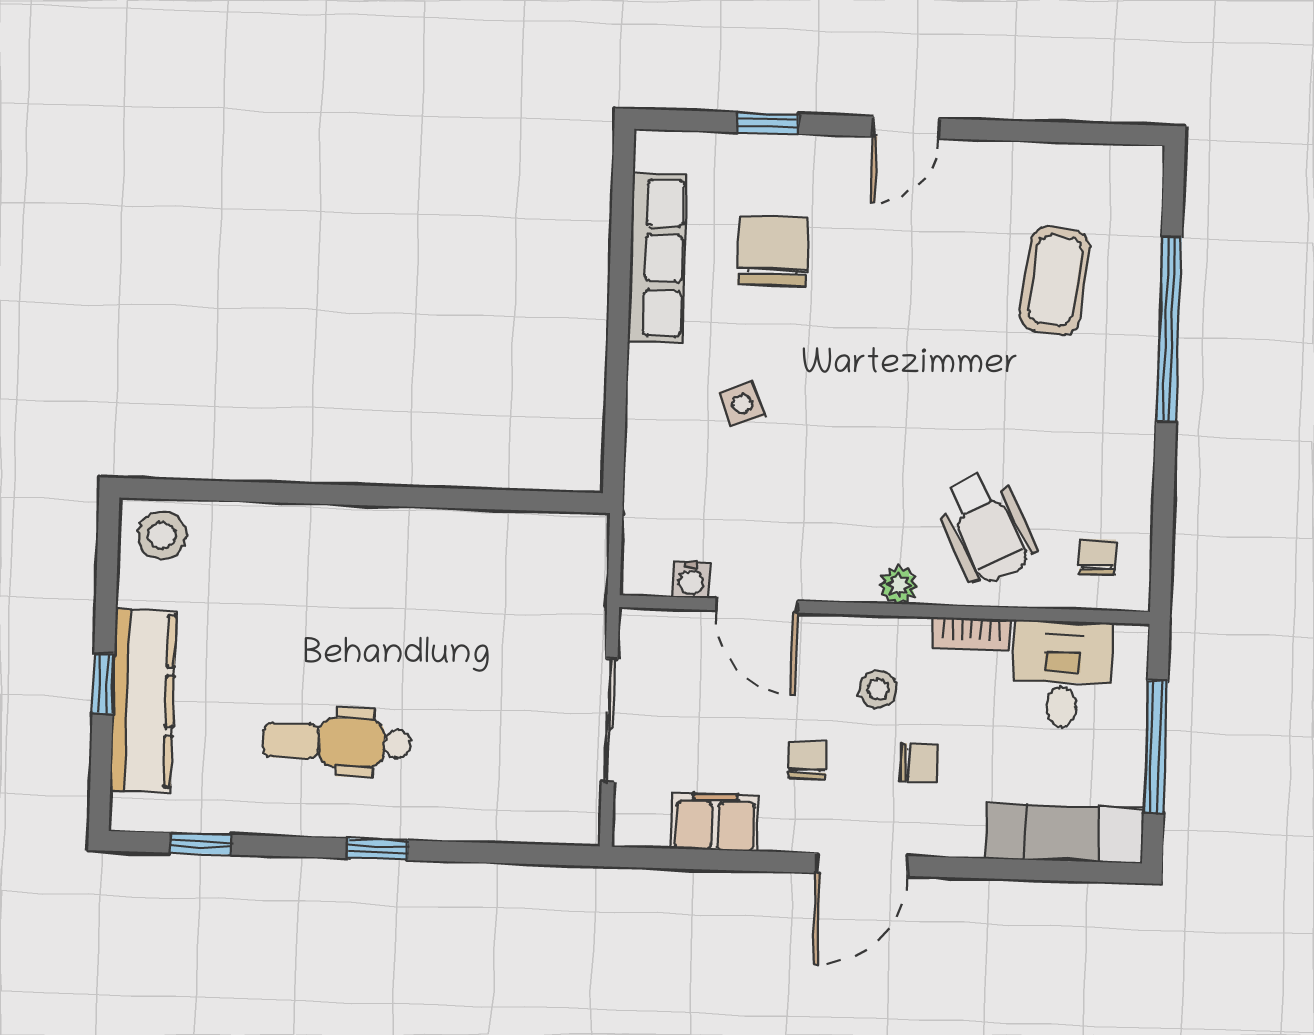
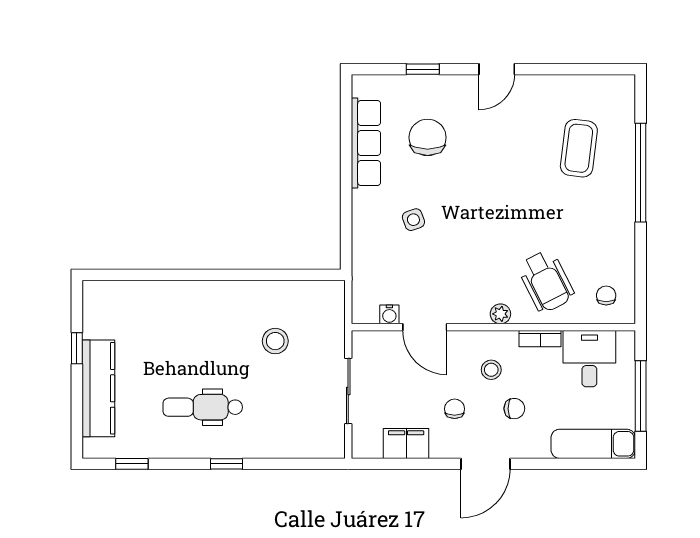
stool: (162, 535) -> (275, 341), moved
window: (103, 684) -> (77, 348), moved

